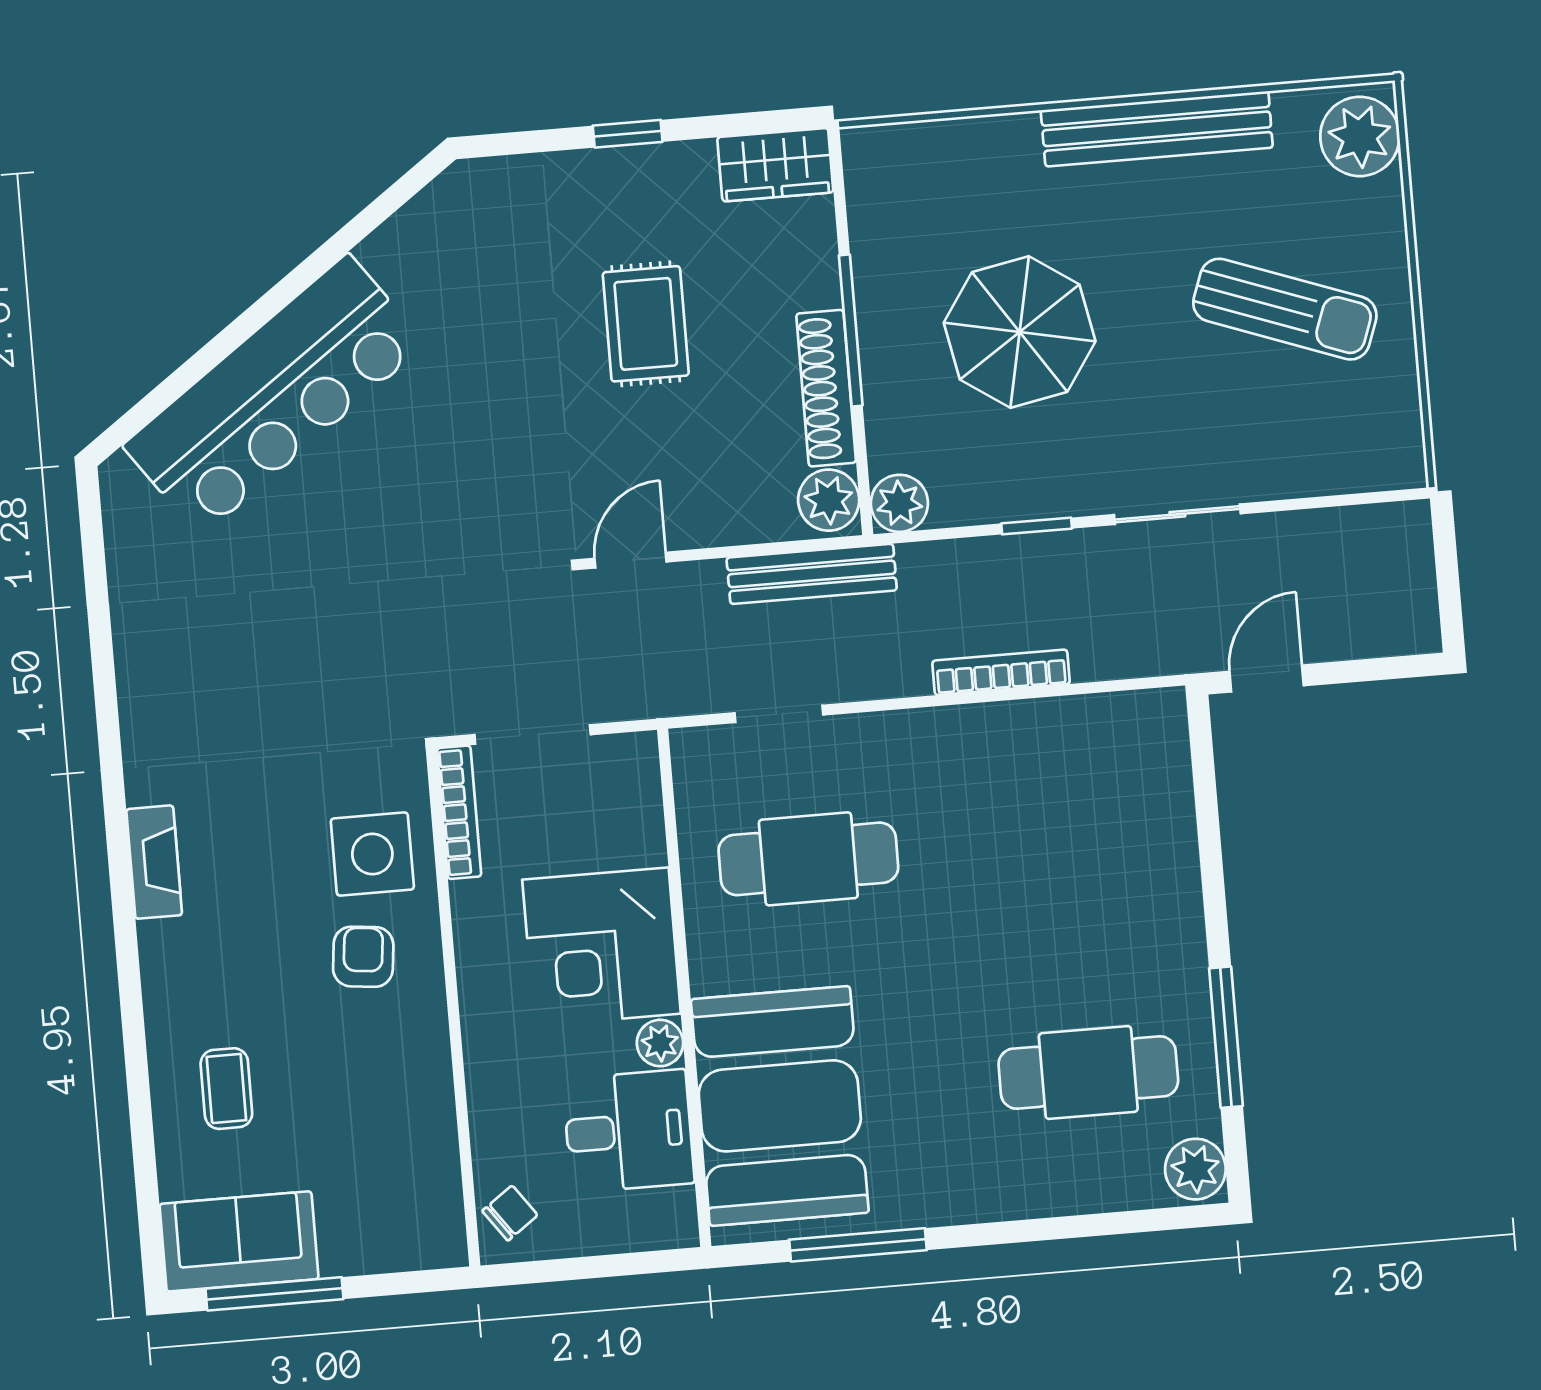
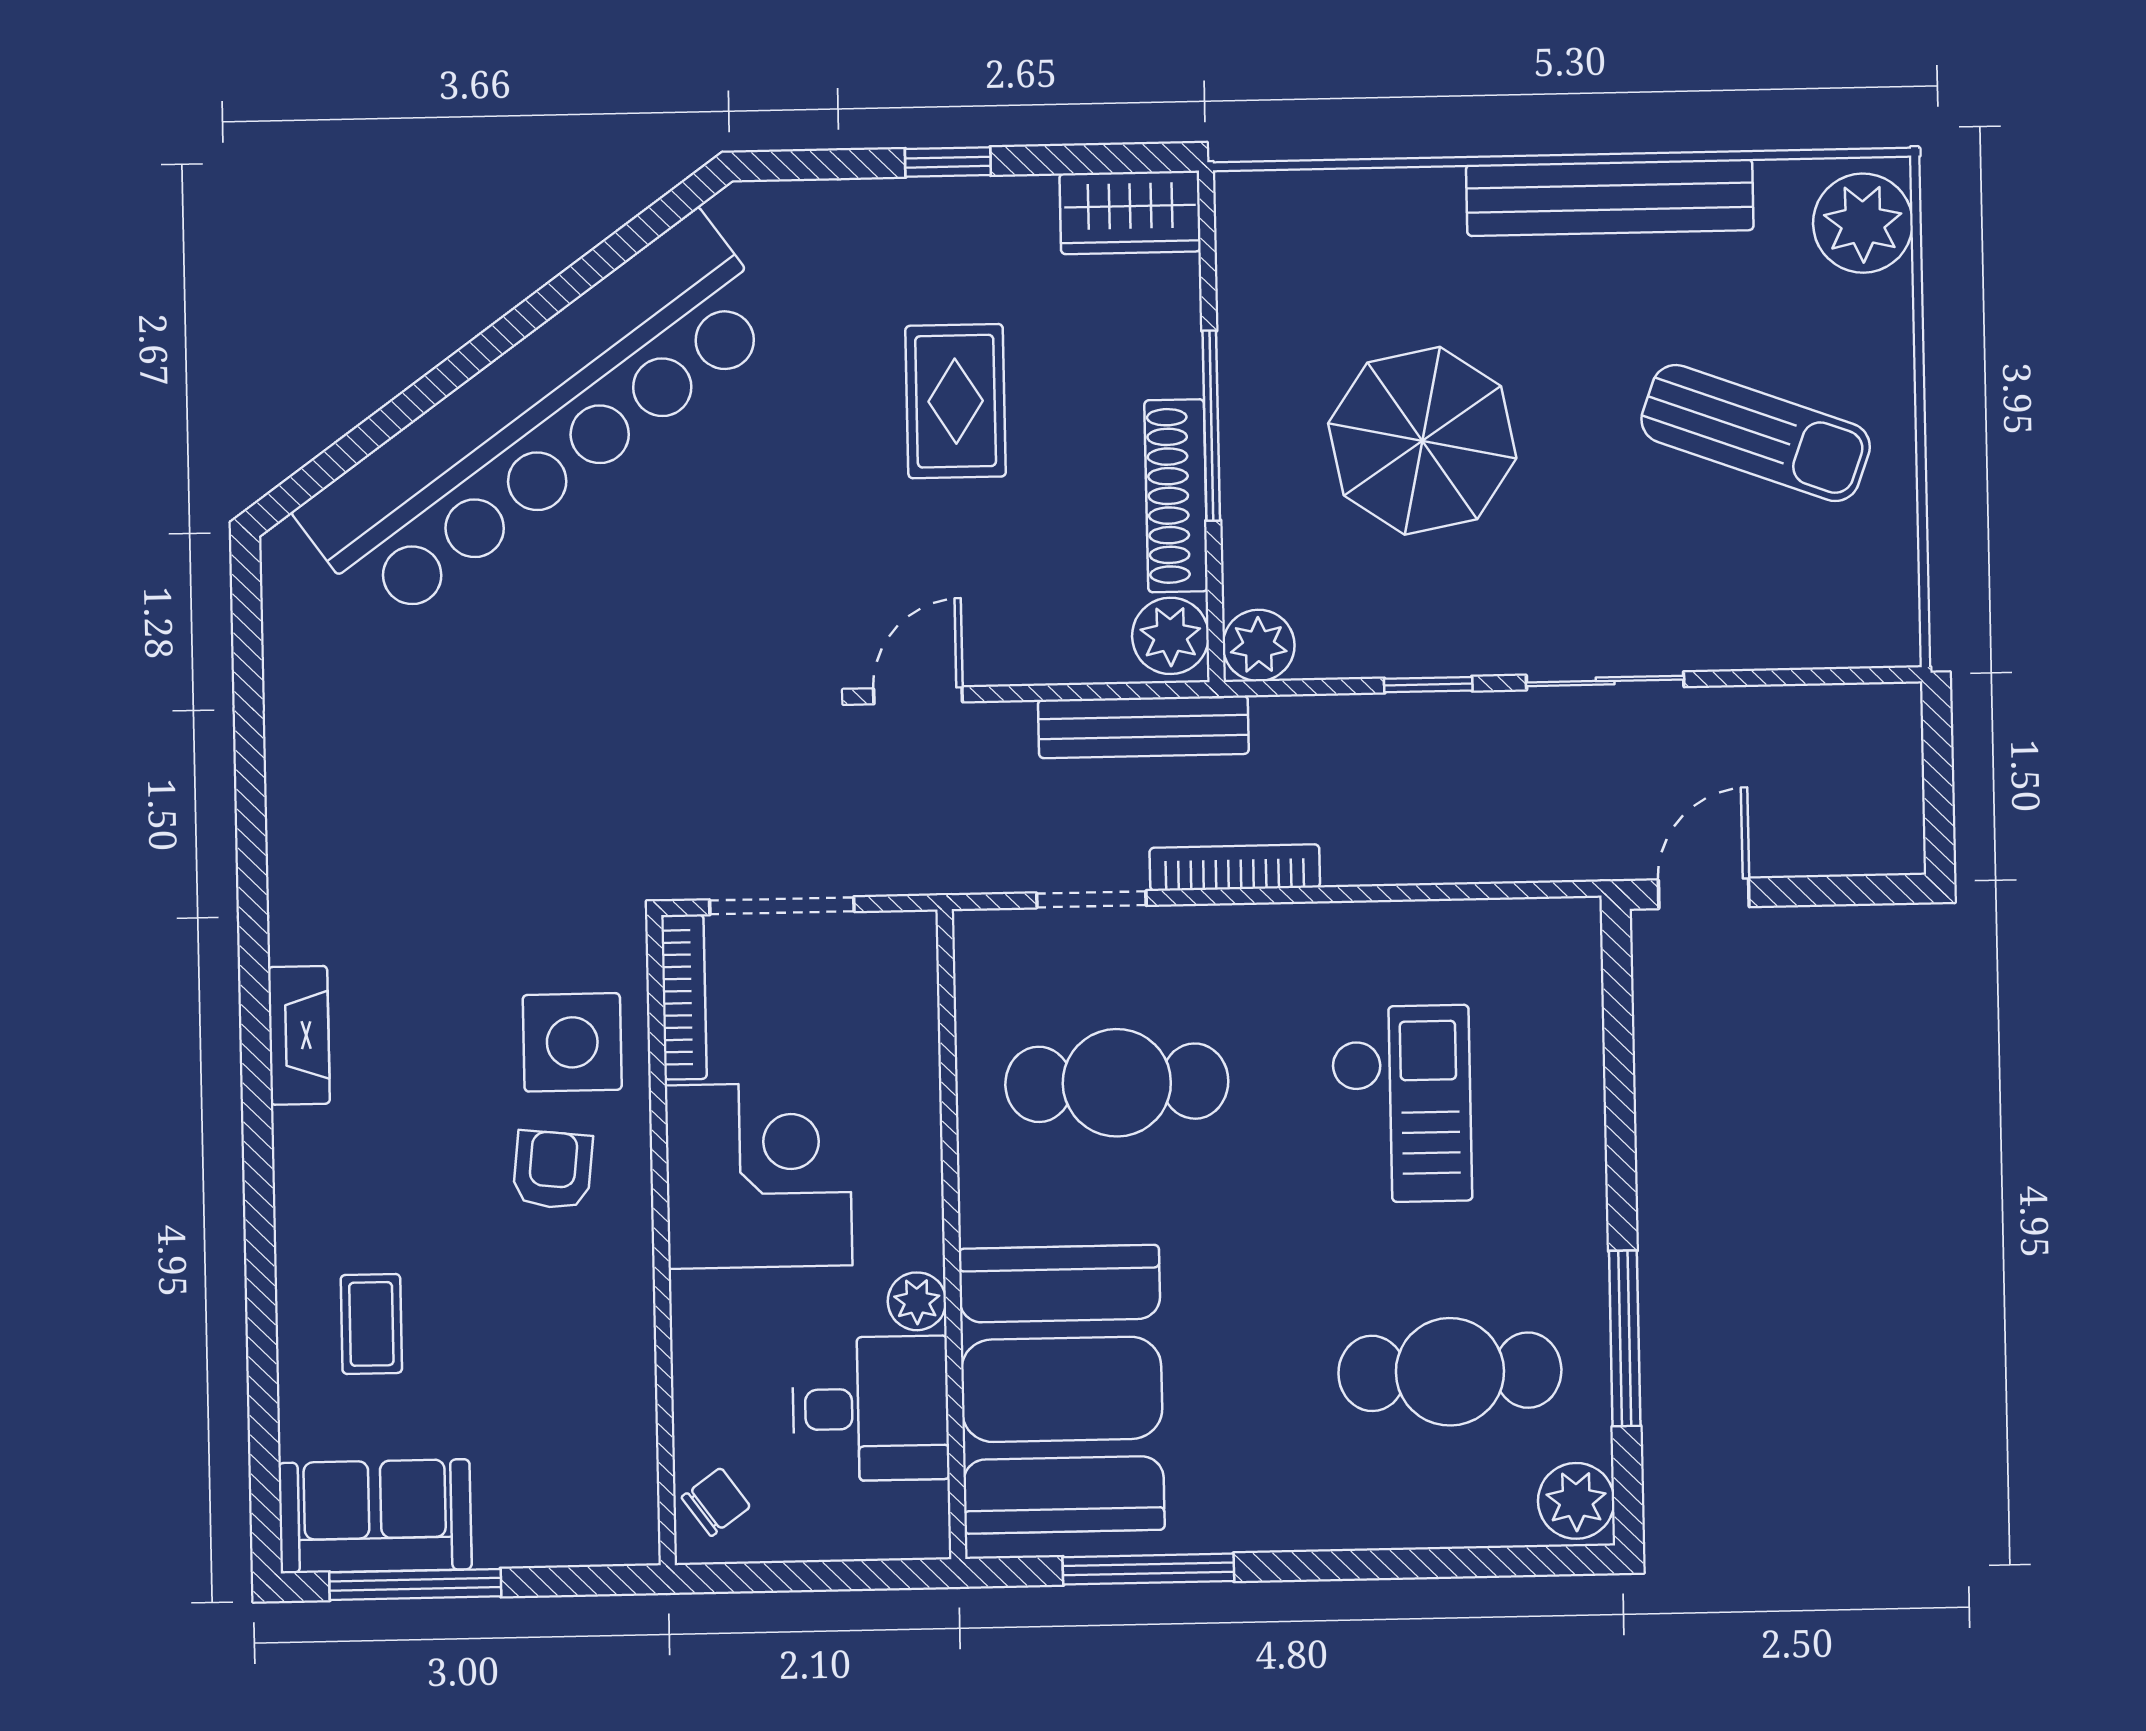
bar counter: (274, 395) -> (540, 420), width x1.36
bookcase: (1001, 672) -> (1235, 868), moved
checkout: (1036, 862) -> (1401, 1104), added
corner desk: (602, 947) -> (759, 1175), moved, turned 180

